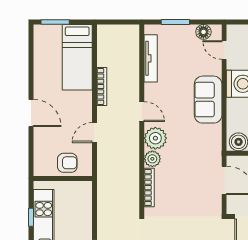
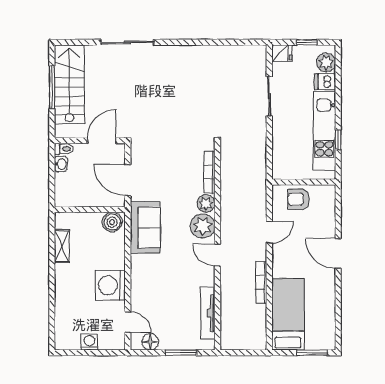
sofa: (208, 100) -> (145, 228), moved

